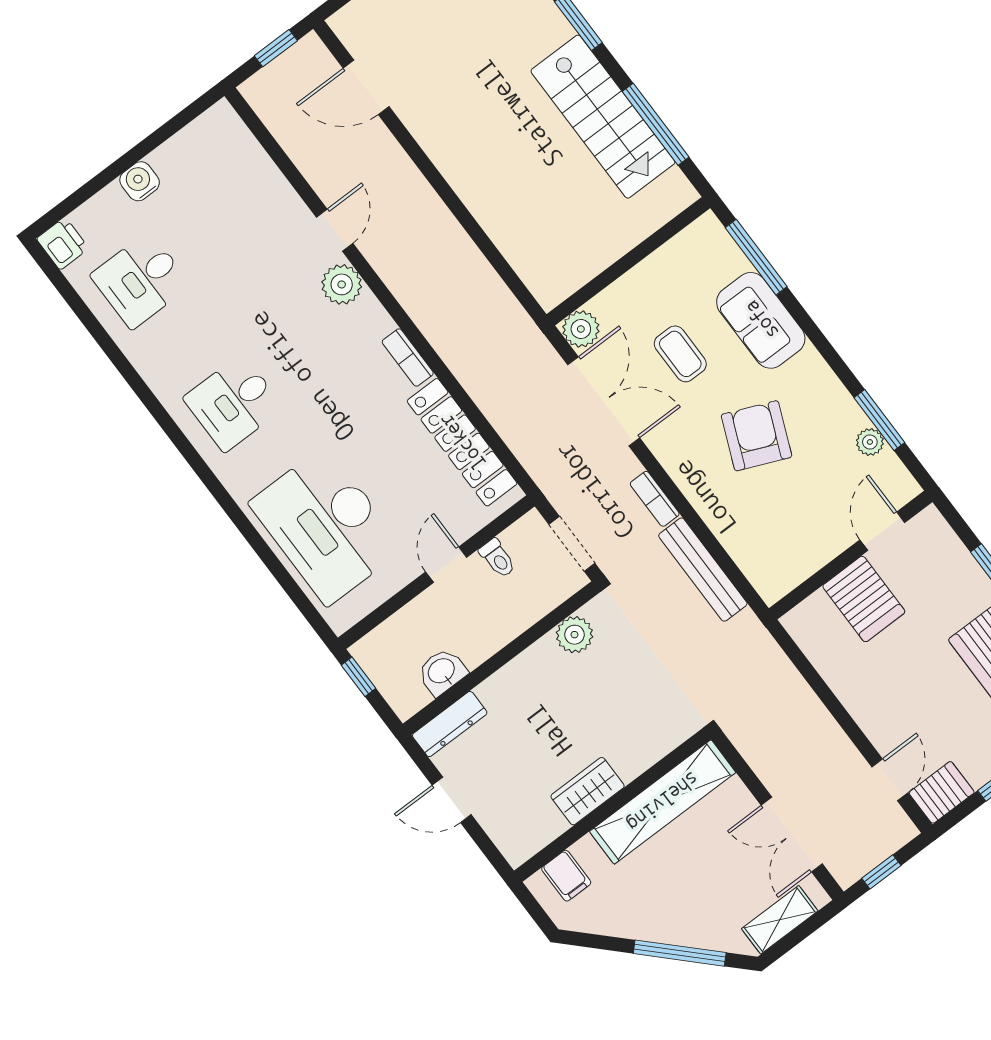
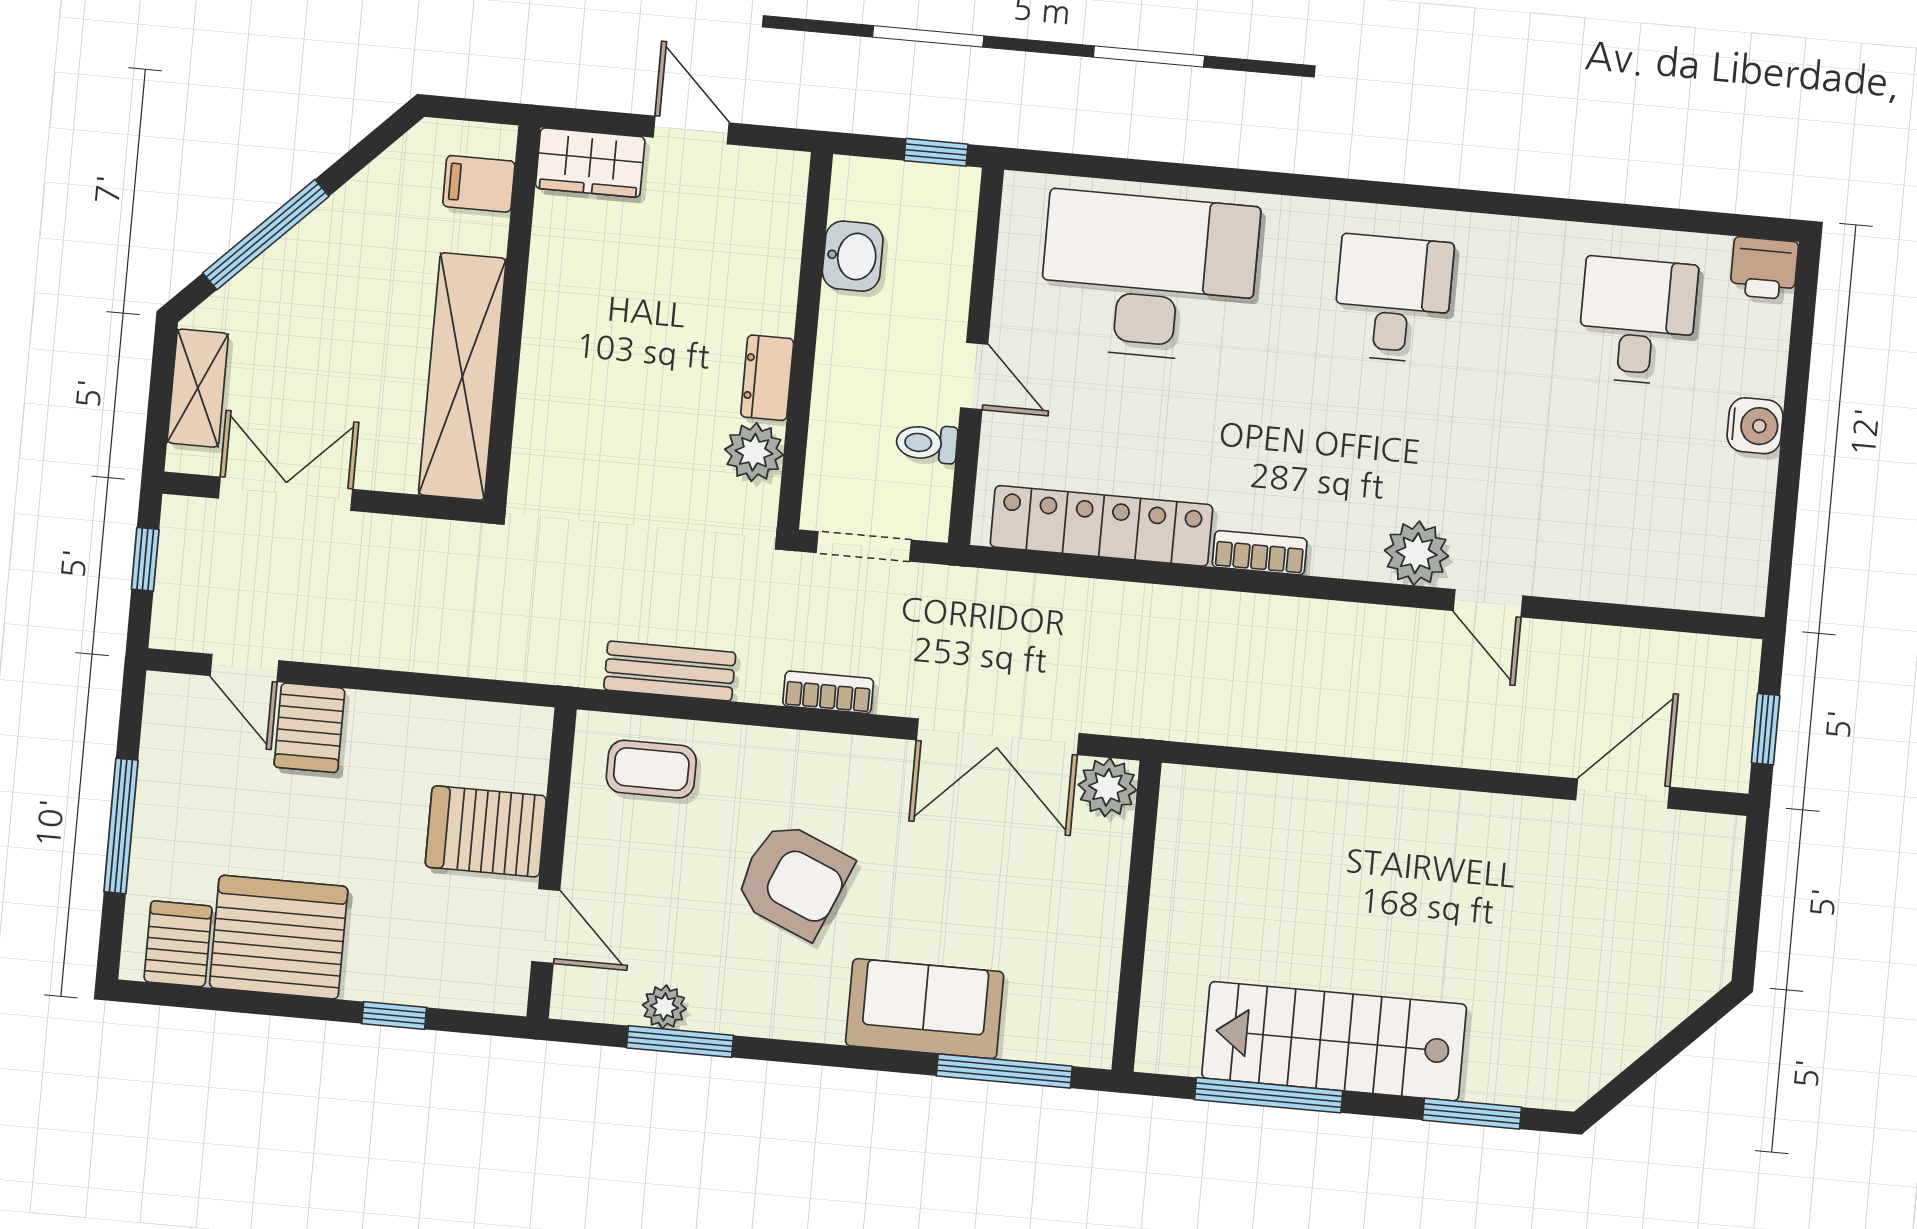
coffee table: (680, 354) -> (651, 769), moved
bench: (703, 570) -> (670, 671), width x0.73
dresser: (450, 724) -> (767, 378), moved, width x0.70
wardrobe: (588, 791) -> (590, 163), moved, turned 90
server rack: (942, 793) -> (309, 728), moved
door: (452, 800) -> (691, 130), hinge flipped

